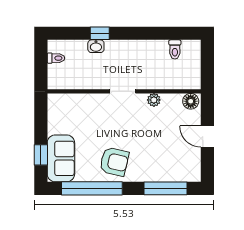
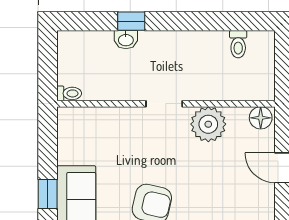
toilet: (56, 58) -> (69, 93), moved
plant: (154, 100) -> (208, 124), width x1.88, depth x1.88

